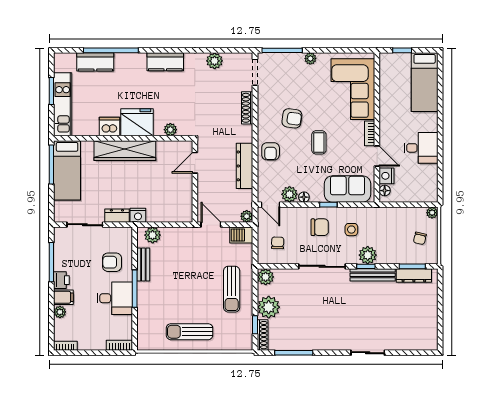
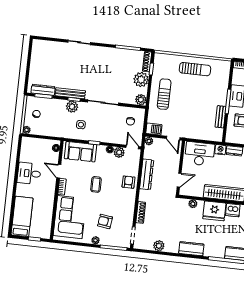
armchair: (292, 118) -> (105, 221), moved
nightstand: (387, 176) -> (54, 157), removed
desk: (168, 205) -> (200, 154), added
chair: (320, 227) -> (102, 128), removed
plant: (153, 235) -> (212, 135), removed

